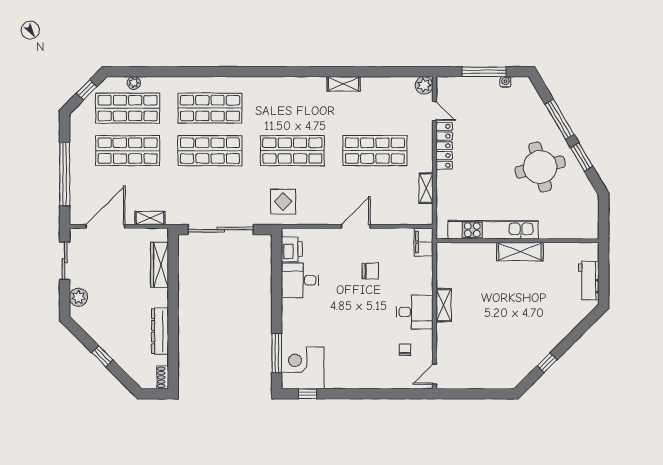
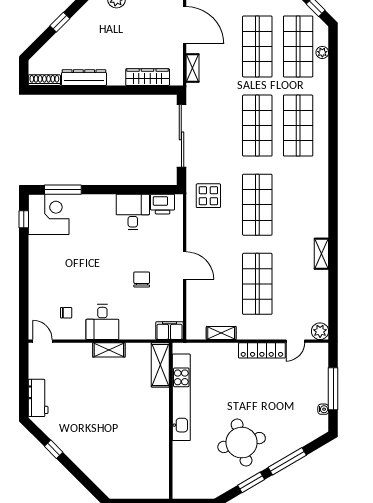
shelving: (520, 252) -> (160, 365), moved
chair: (370, 271) -> (142, 280), turned 180
workbench: (589, 280) -> (38, 398), moved, turned 90
shoe rack: (163, 377) -> (44, 80), width x1.43

